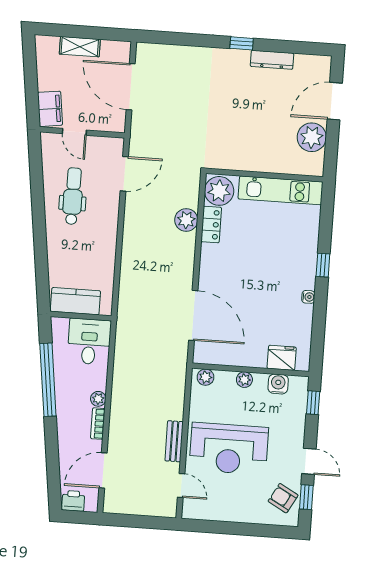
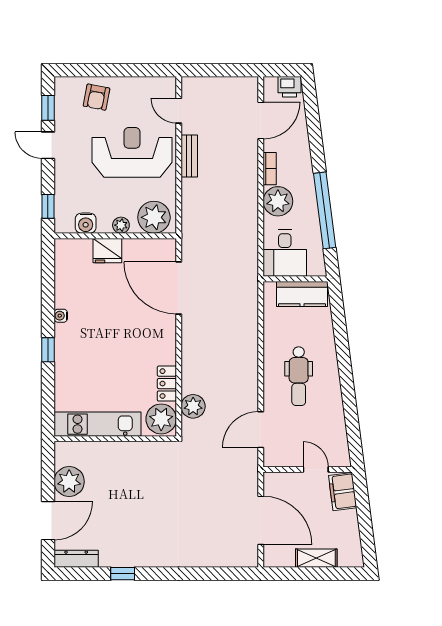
window: (242, 43) -> (123, 574), moved
dresser: (272, 60) -> (76, 559), moved
dental chair: (73, 196) -> (299, 376), moved
plant: (186, 220) -> (193, 406), moved
fridge: (282, 358) -> (107, 251), moved
plant: (206, 377) -> (154, 217), width x1.87, depth x1.87
plant: (98, 399) -> (278, 201), width x1.88, depth x1.88
armchair: (283, 498) -> (96, 97), moved, turned 72

